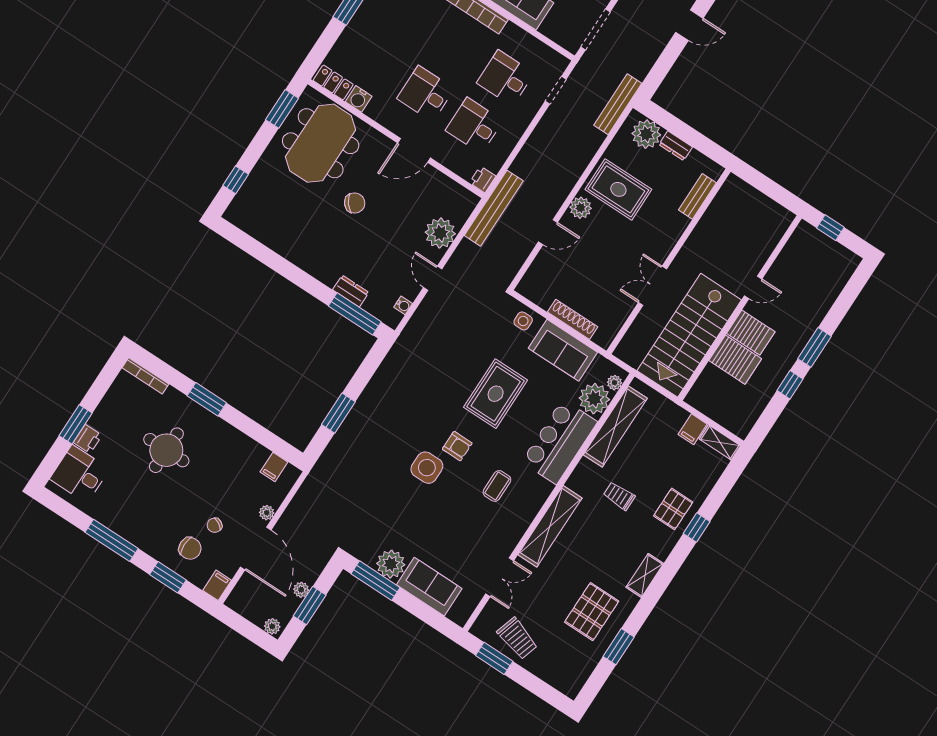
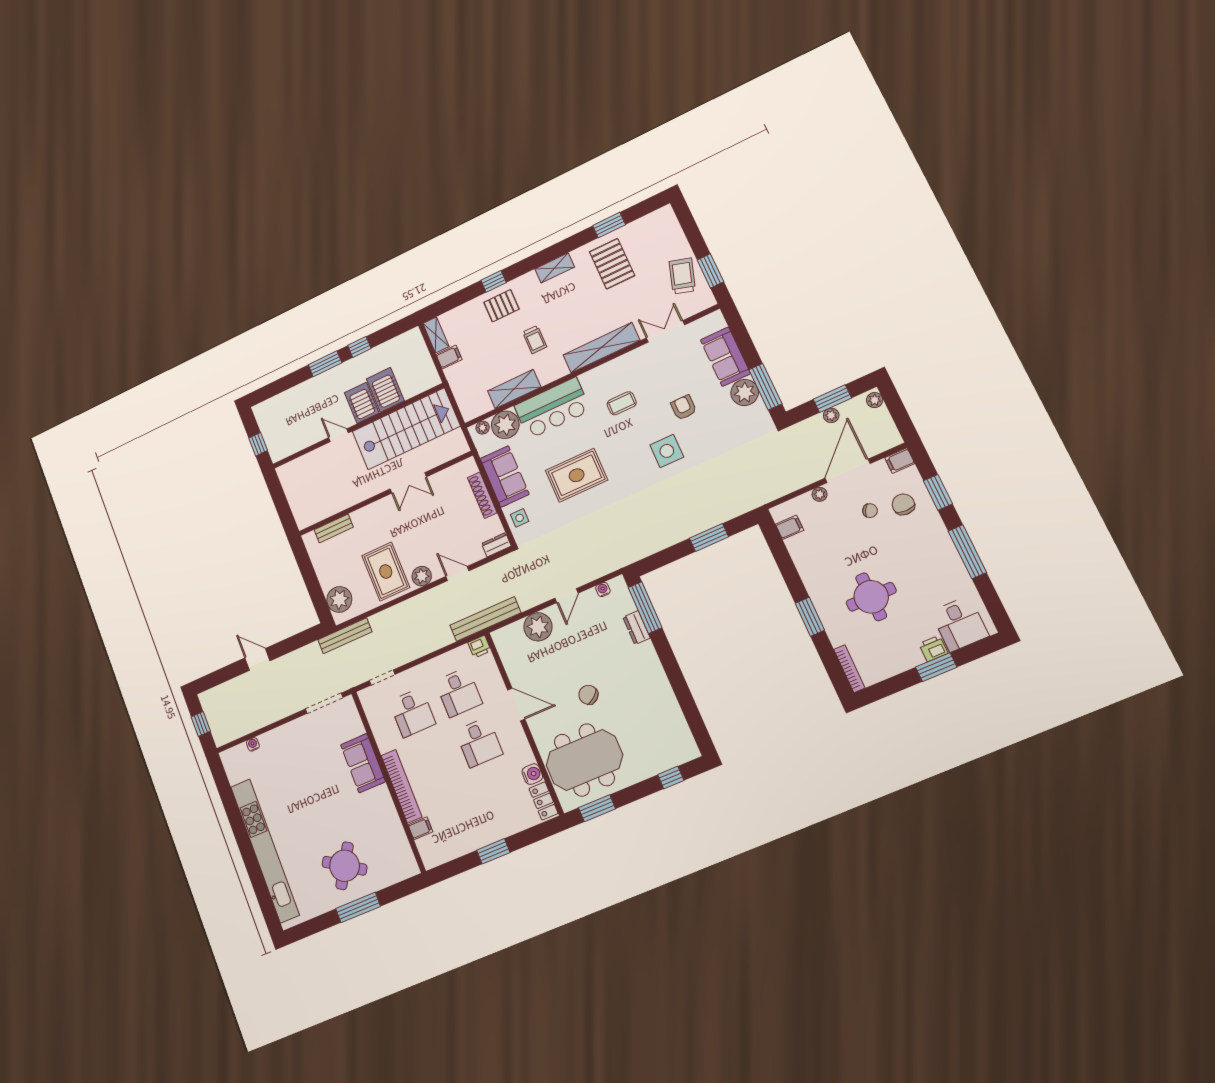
dresser: (676, 146) -> (496, 545), moved, turned -90
shelving: (615, 426) -> (514, 389), width x0.68
armchair: (457, 446) -> (684, 408), moved
pallet: (592, 612) -> (612, 264), turned 90

